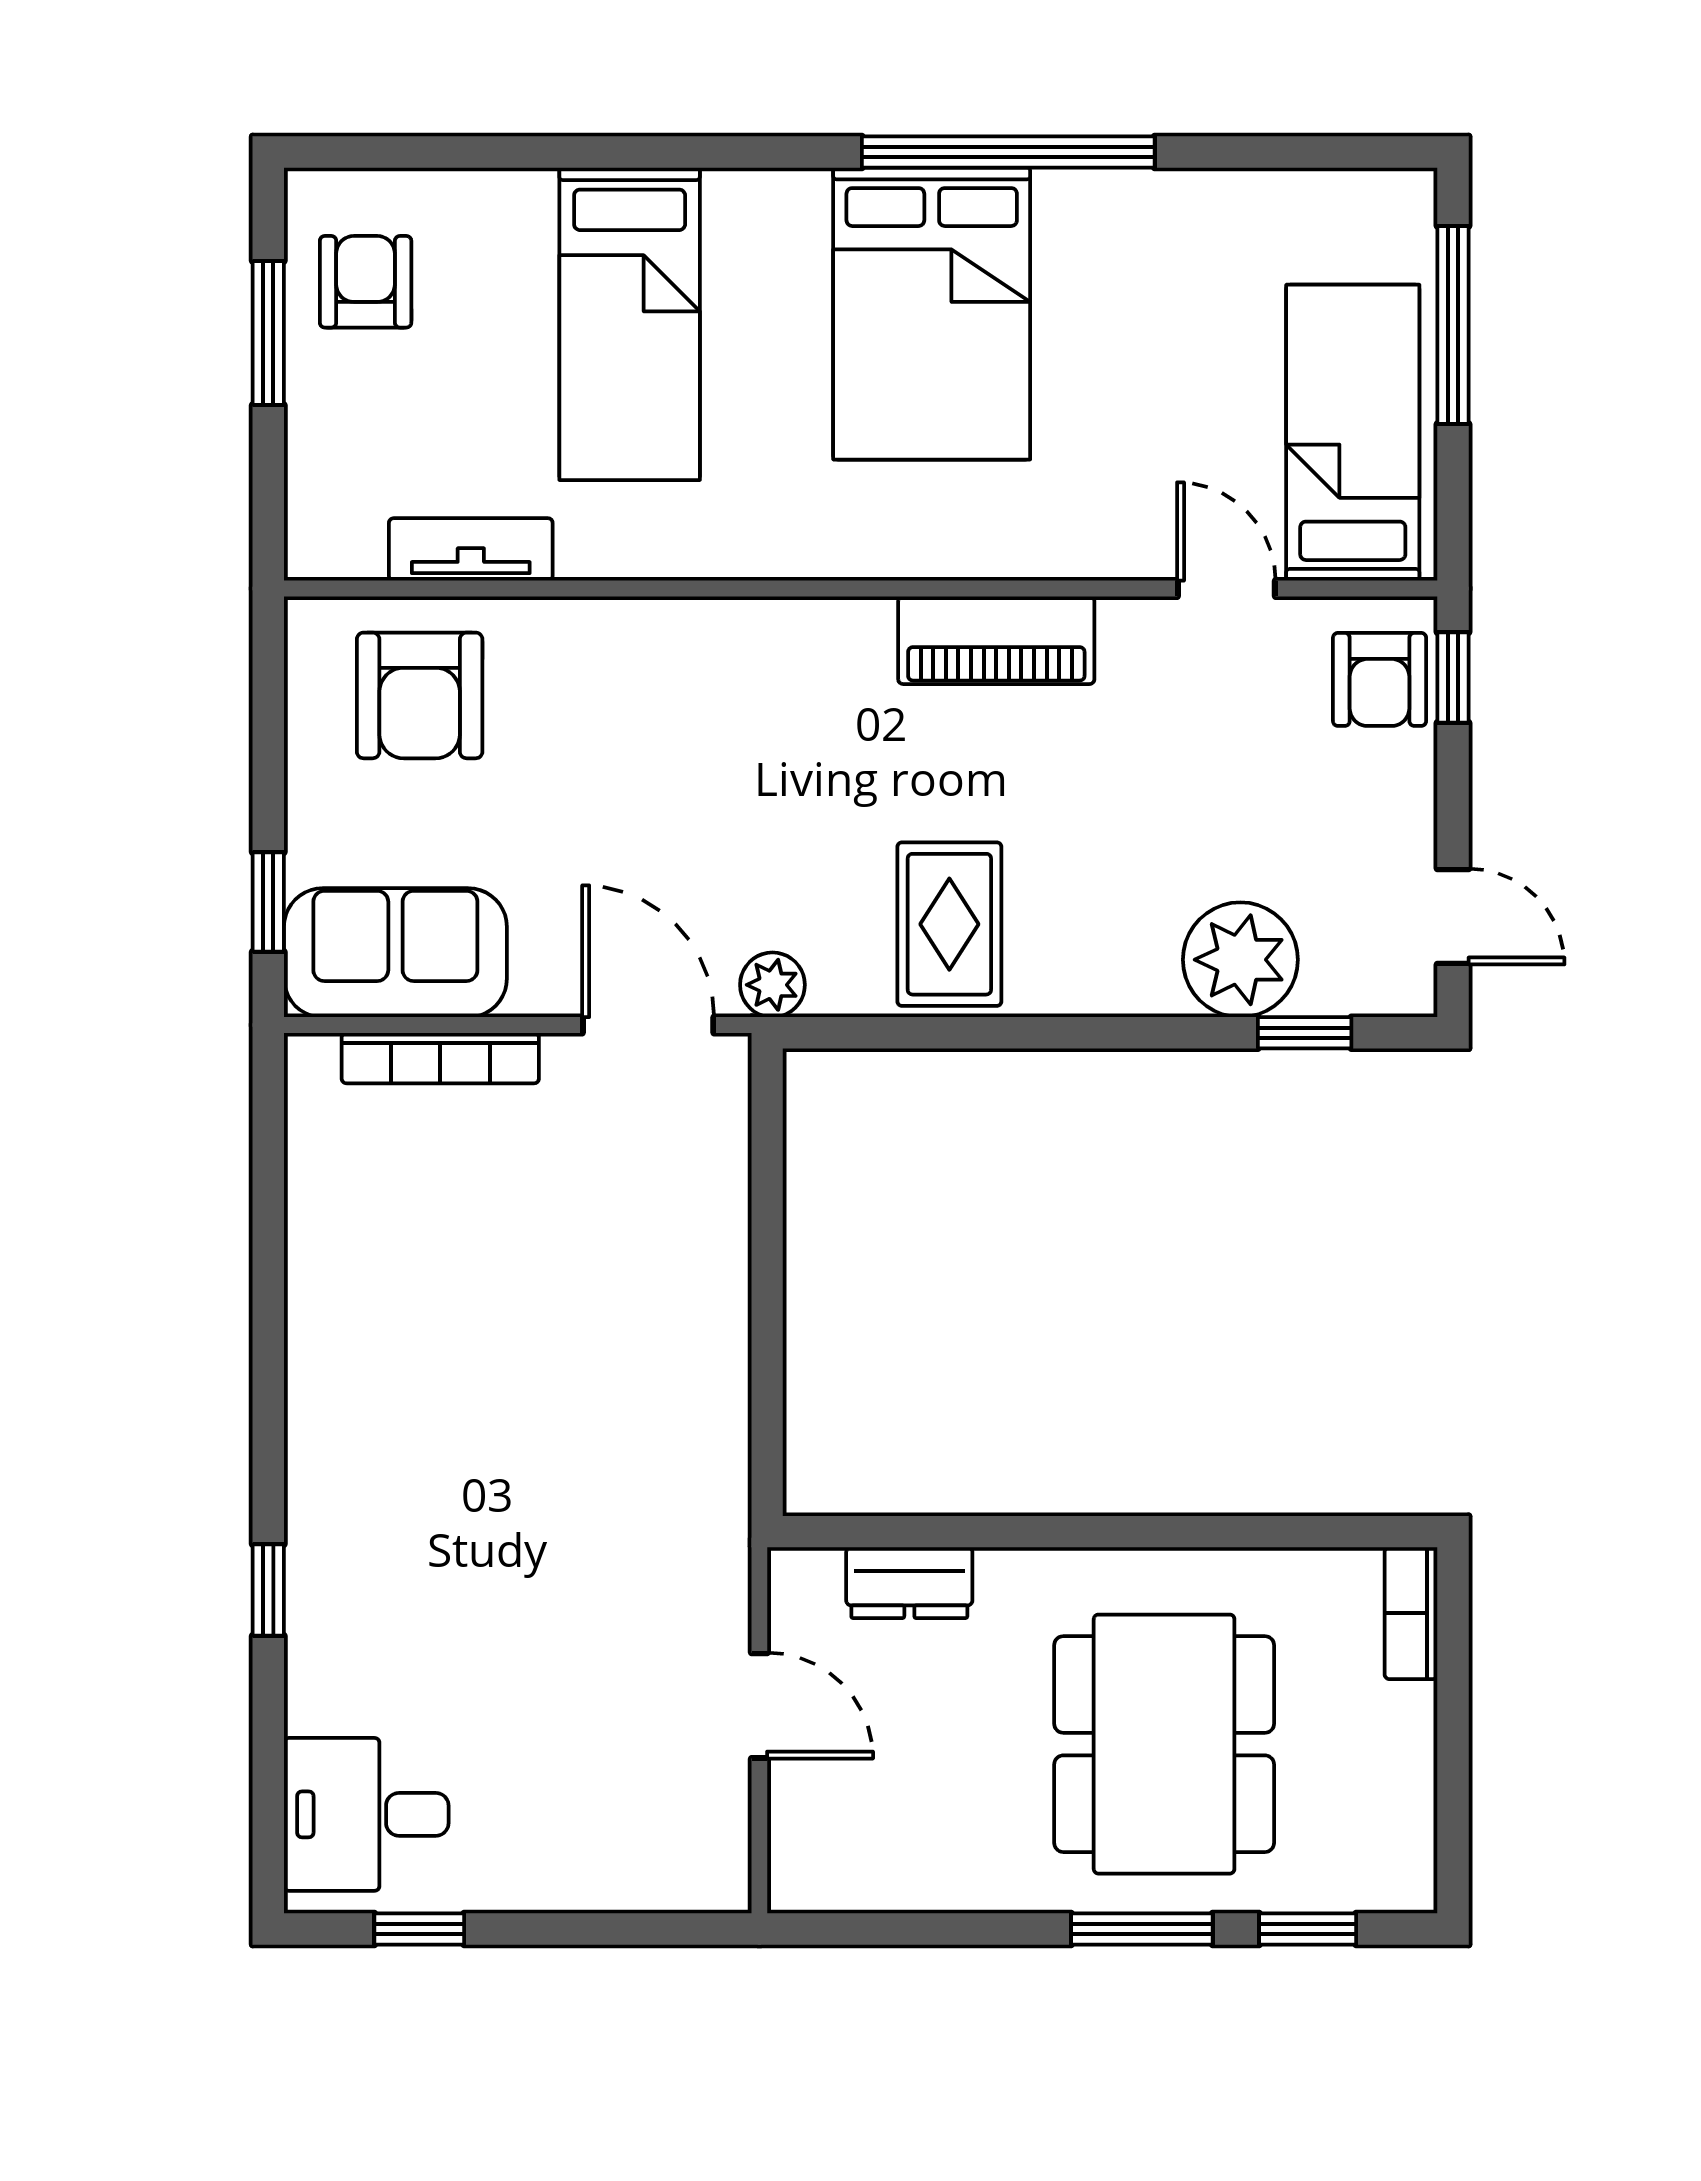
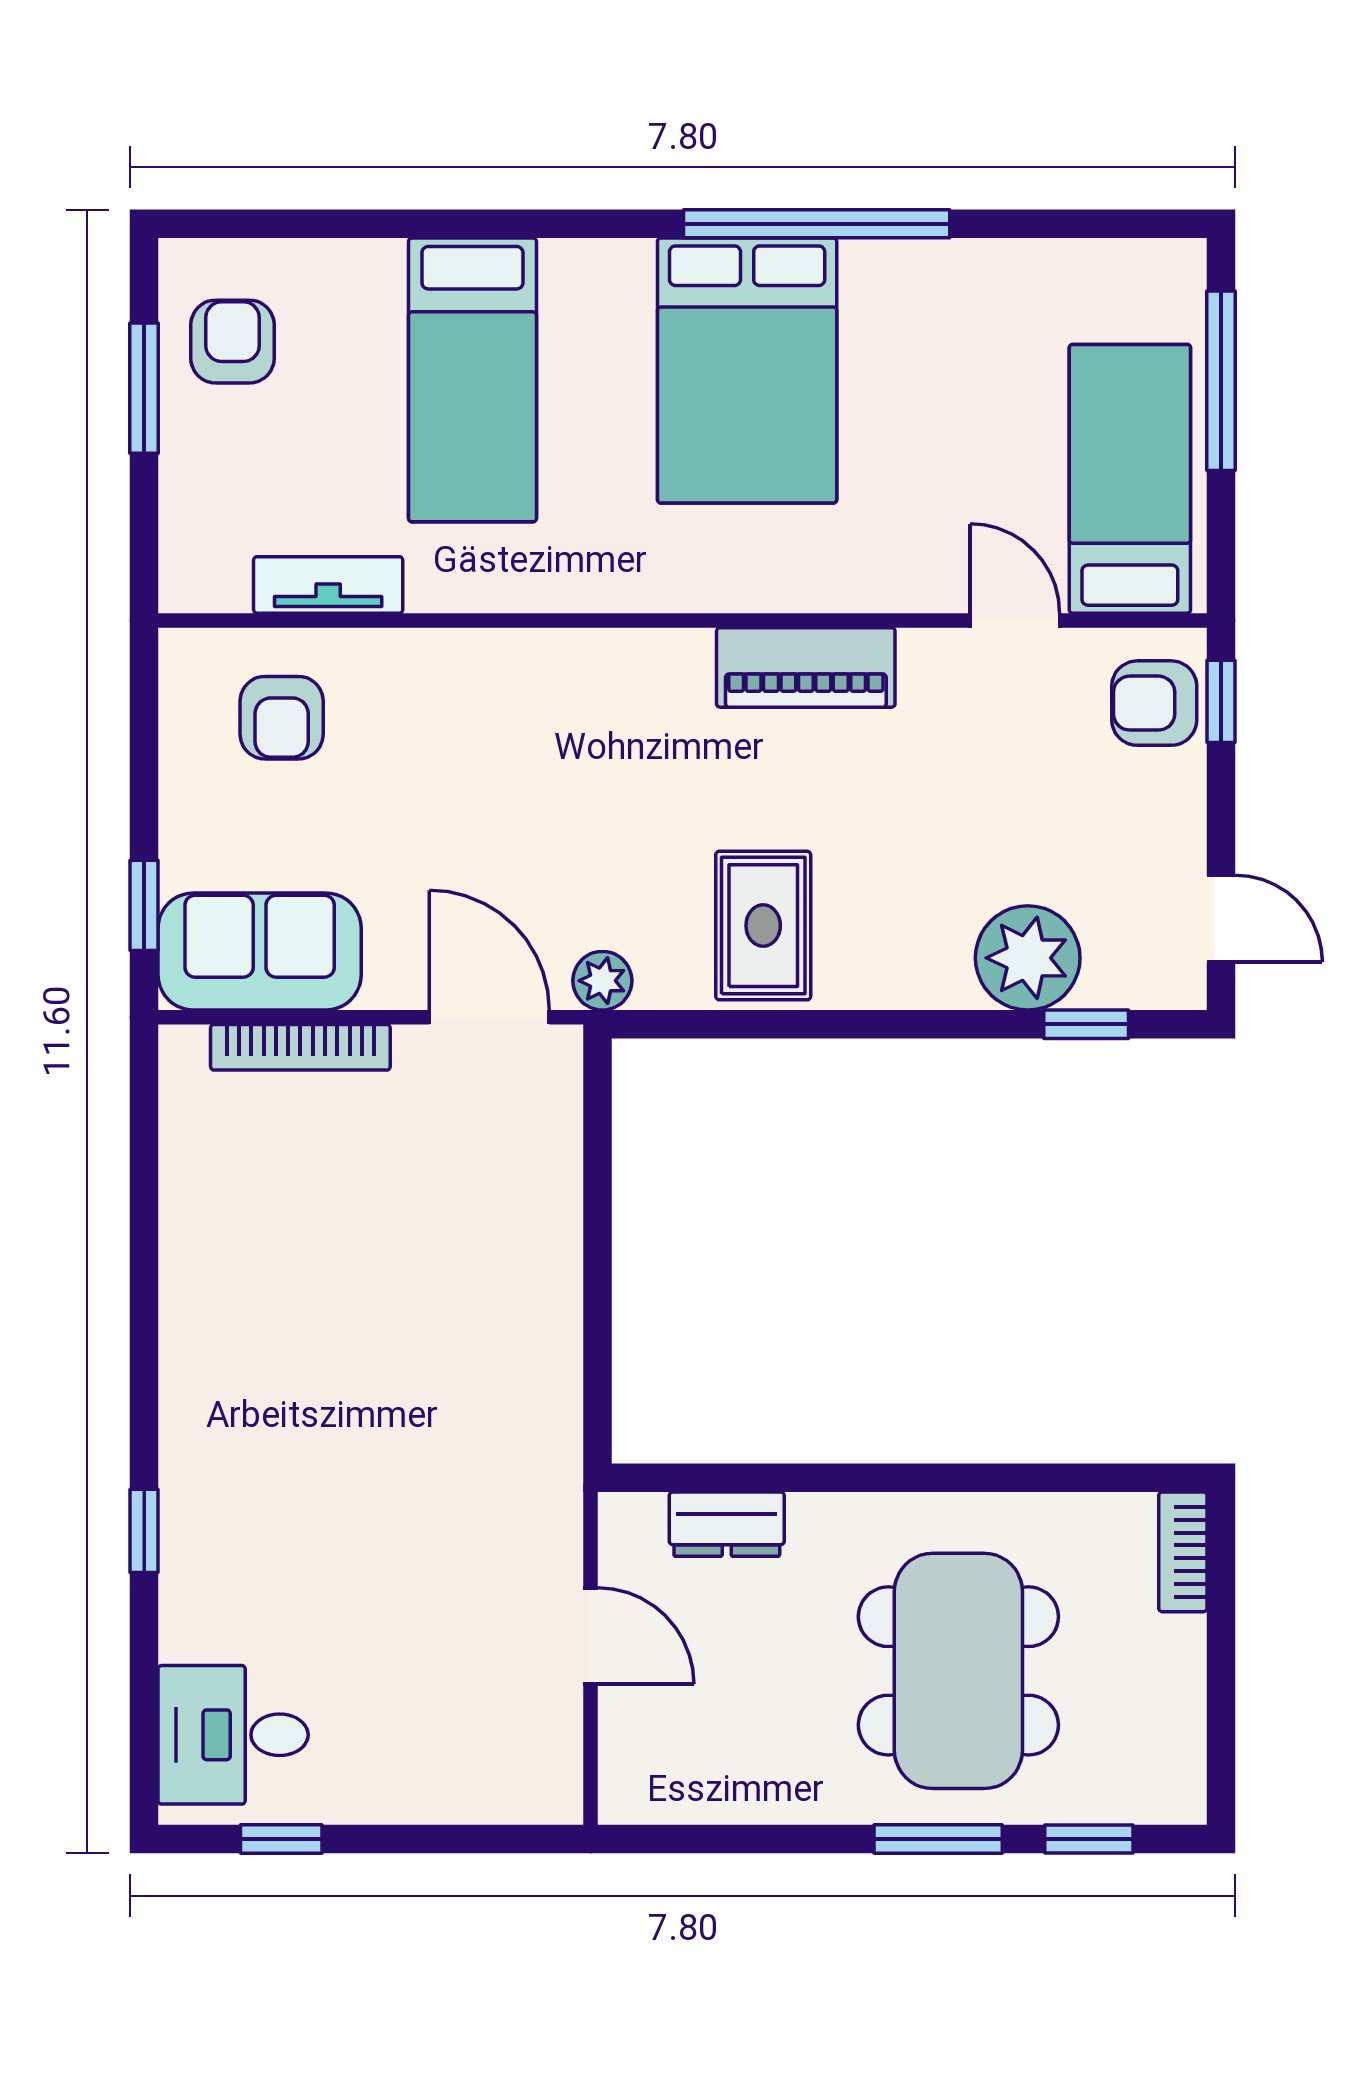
armchair: (1380, 679) -> (1154, 703), turned 90
armchair: (420, 695) -> (282, 718), width x0.72, depth x0.72

